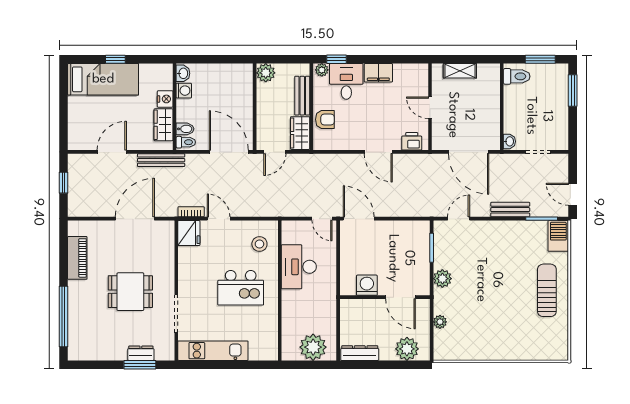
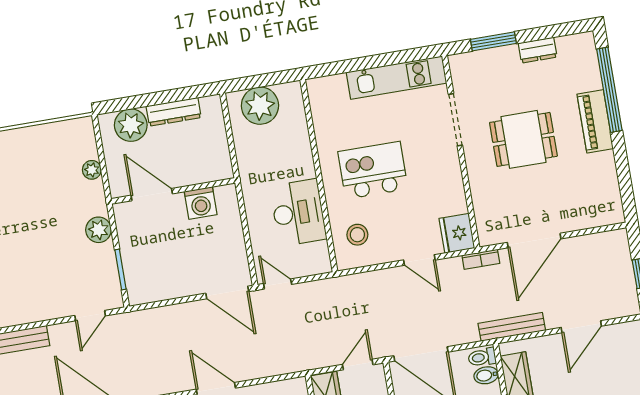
bookcase: (191, 212) -> (481, 259), moved
piano: (77, 258) -> (595, 121), moved
dresser: (141, 353) -> (538, 50), moved
dresser: (360, 353) -> (174, 112), moved

